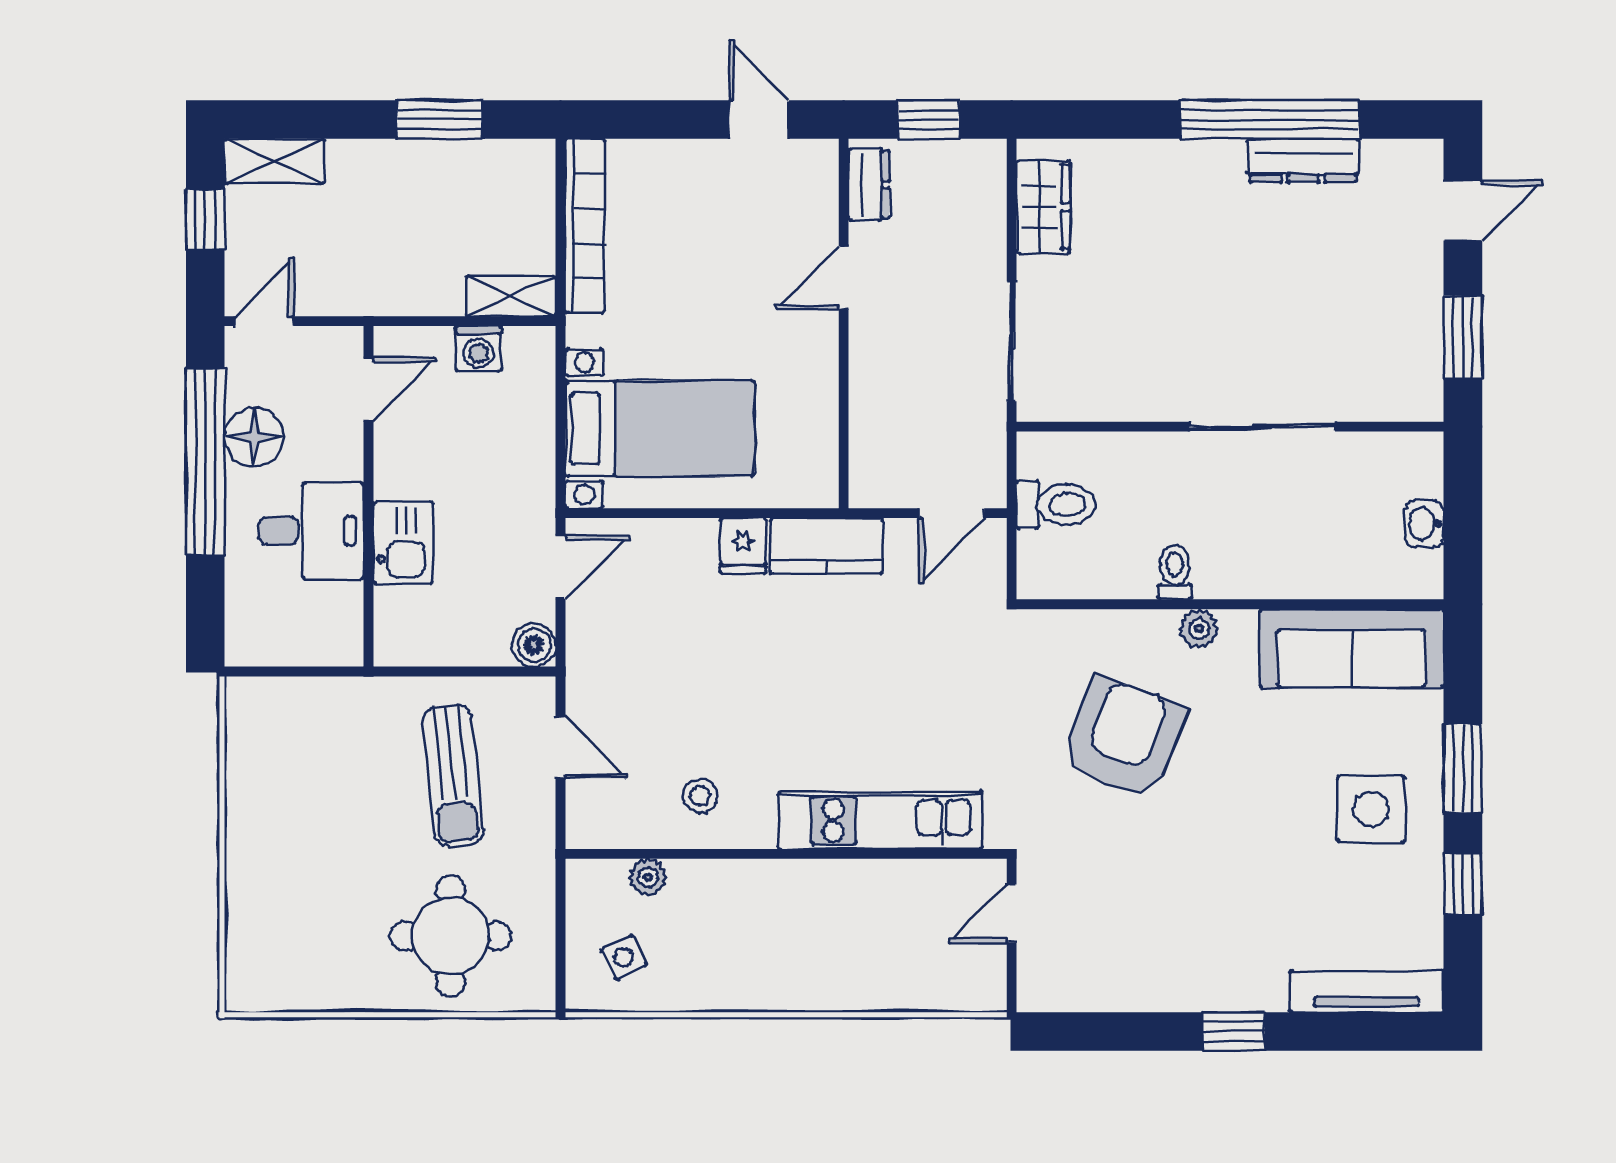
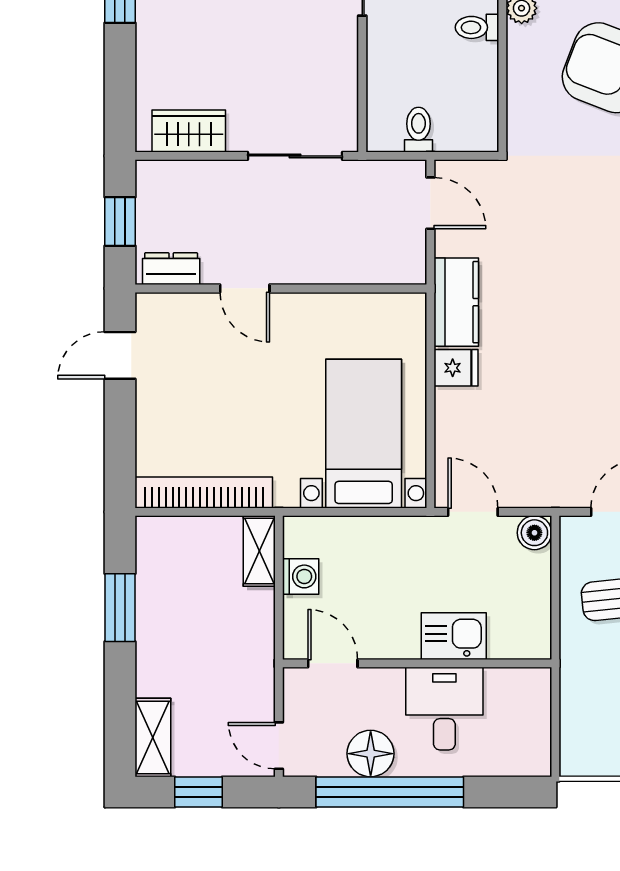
toilet: (1056, 505) -> (419, 130), width x0.73, depth x0.72

